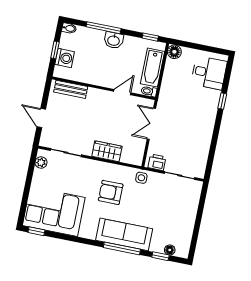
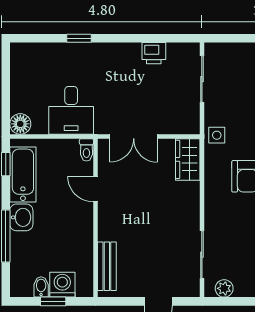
bidet: (69, 28) -> (41, 287), moved
bathtub: (153, 68) -> (23, 174), moved, turned -90
desk: (209, 73) -> (71, 110), moved, turned 180
wardrobe: (107, 151) -> (188, 159), moved
printer: (157, 162) -> (154, 53), moved, turned -90

